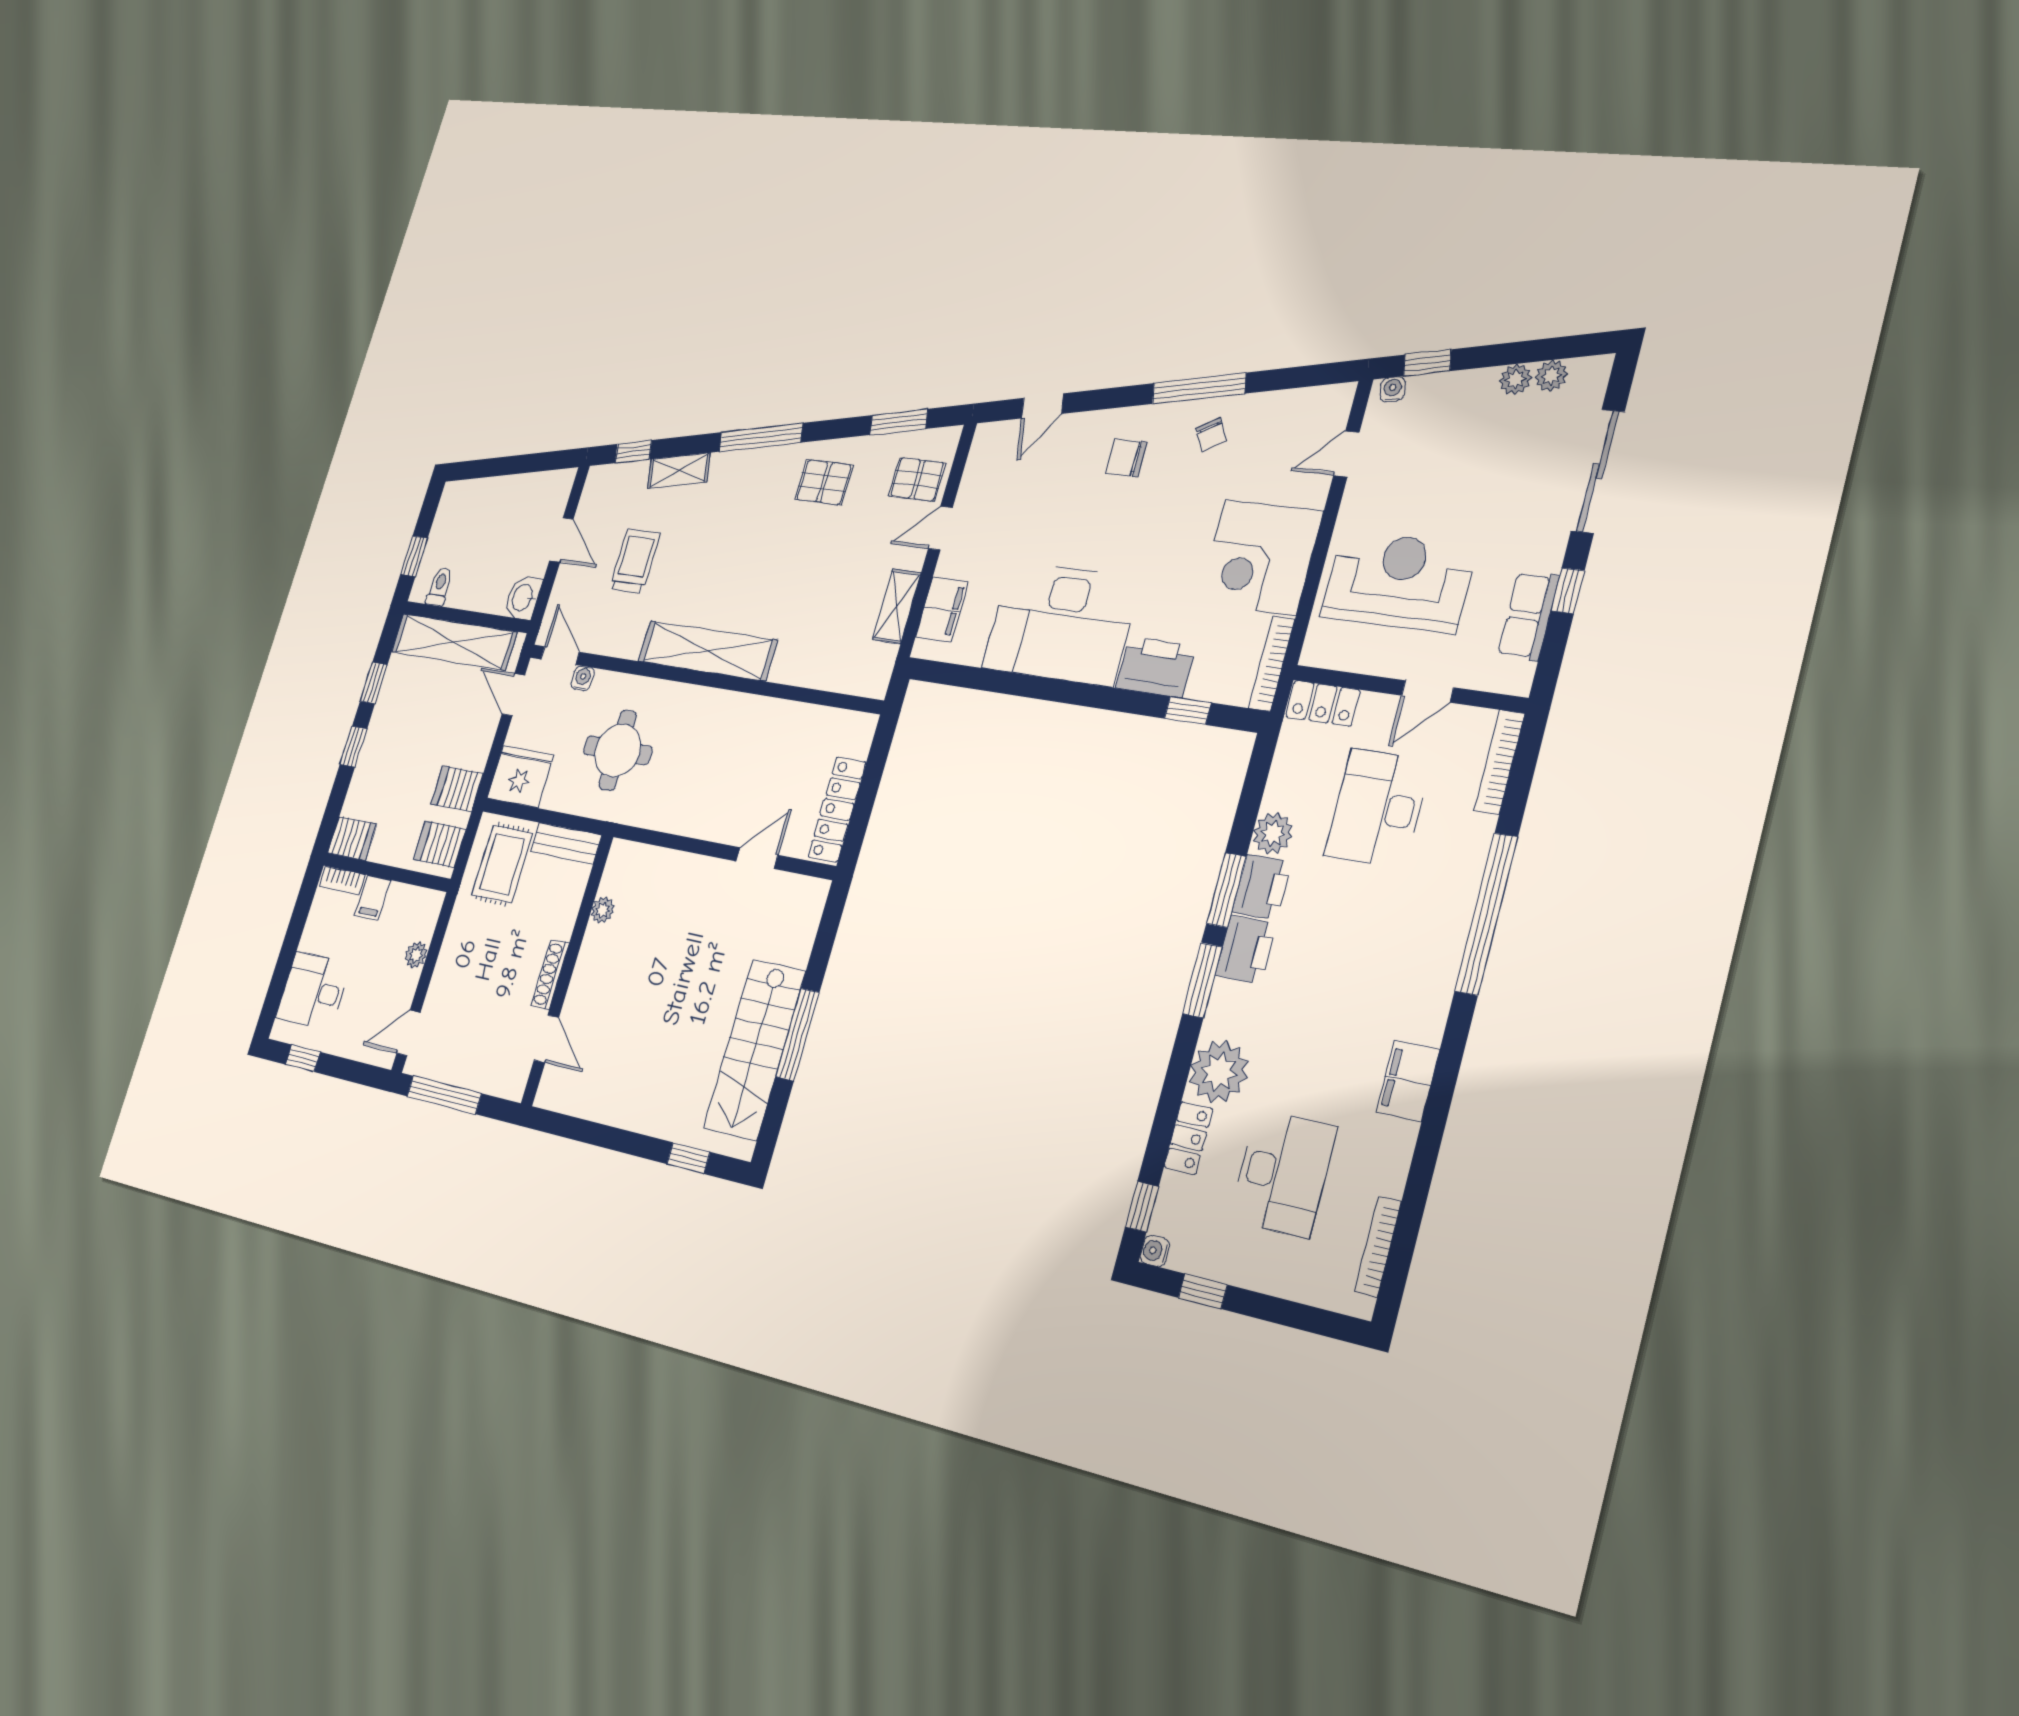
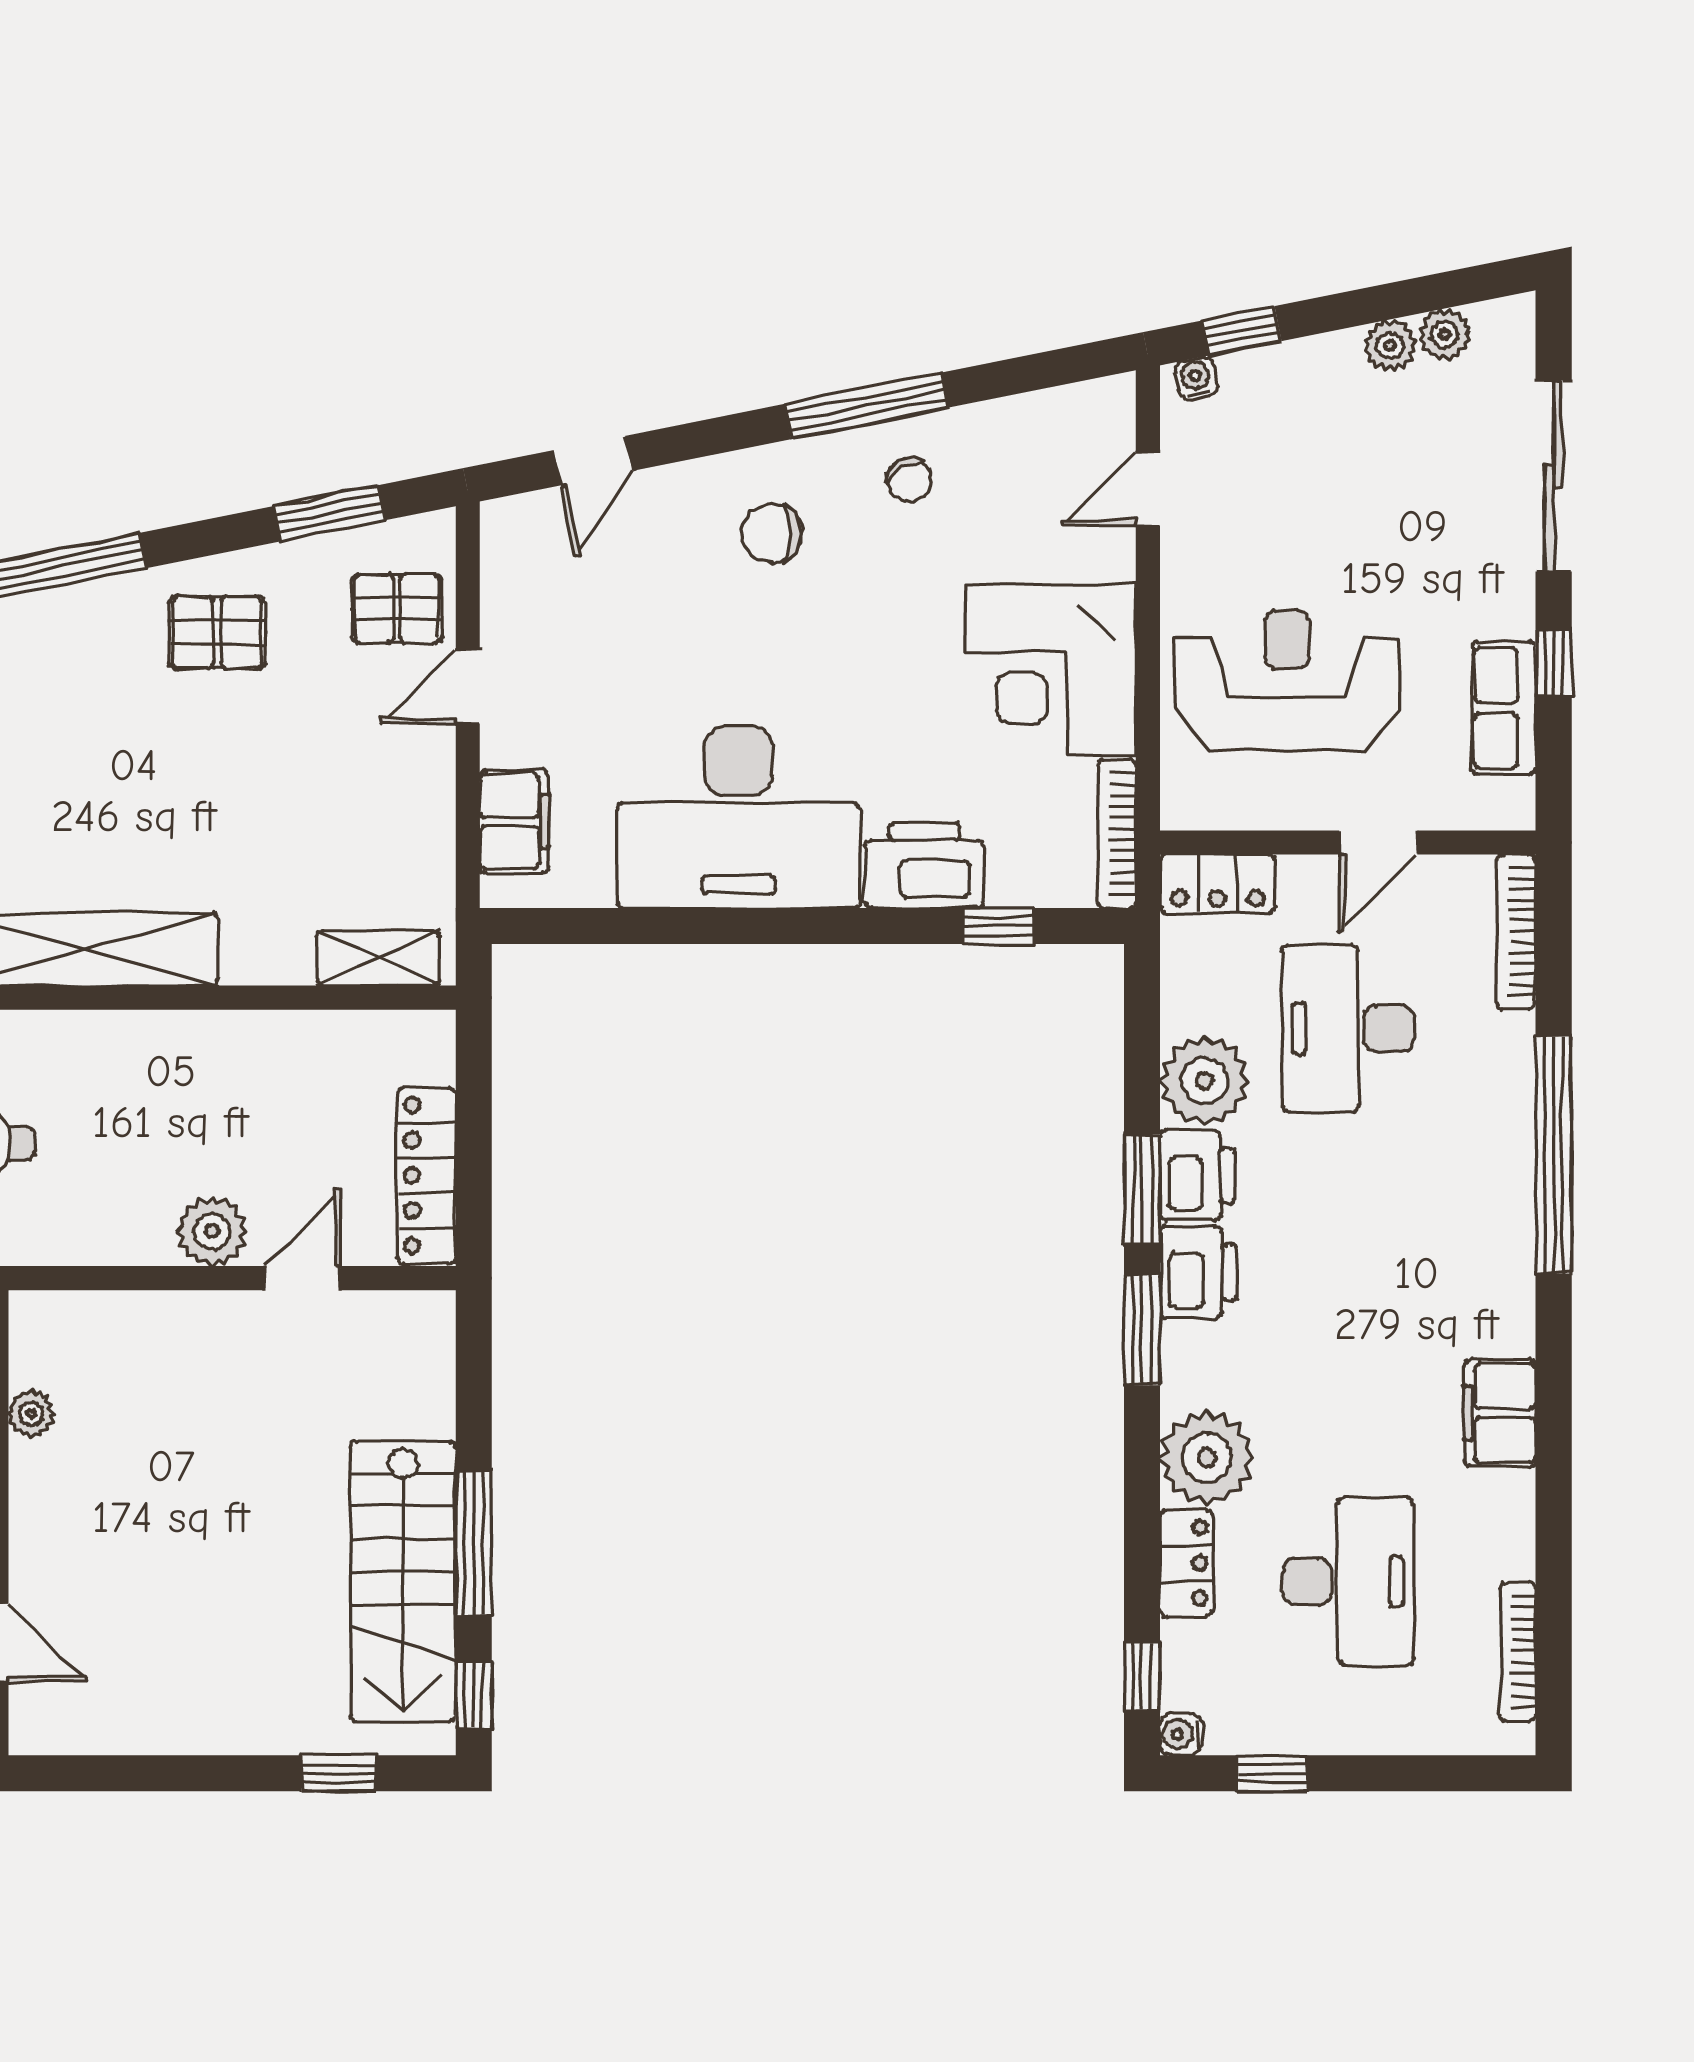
shelving: (897, 606) -> (378, 958), moved, turned 90
plant: (721, 822) -> (212, 1231), added
plant: (1273, 833) -> (1204, 1081), width x1.36, depth x1.36
window: (771, 1127) -> (474, 1694), added

